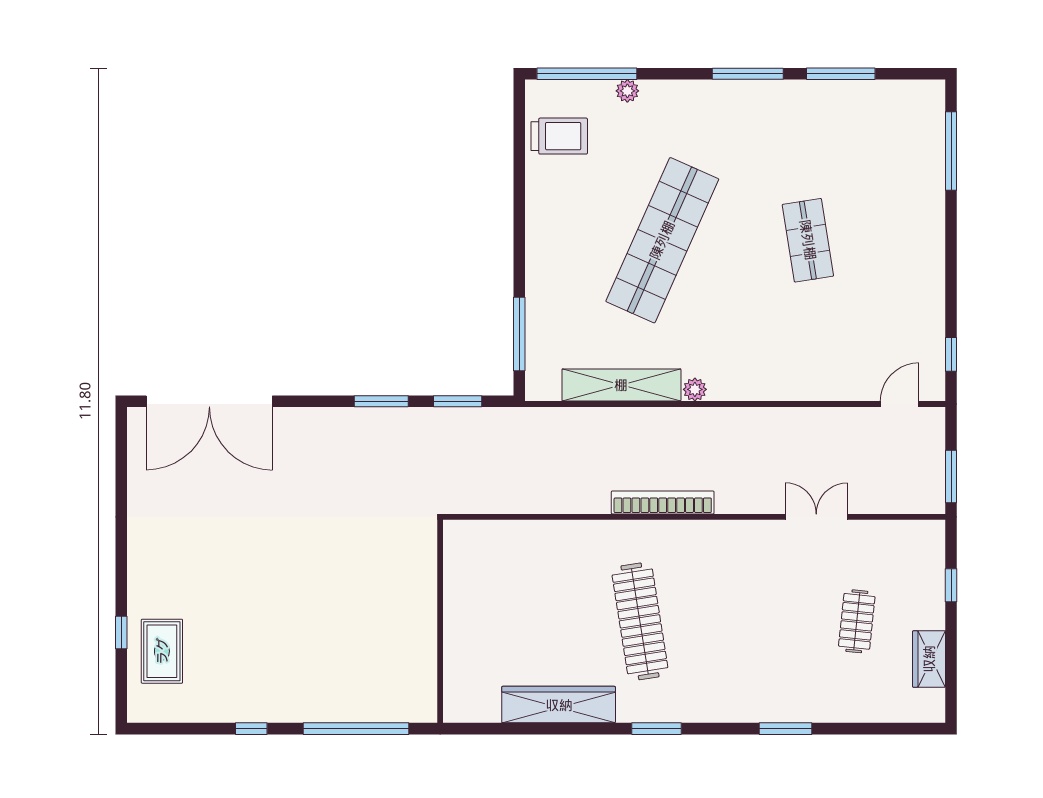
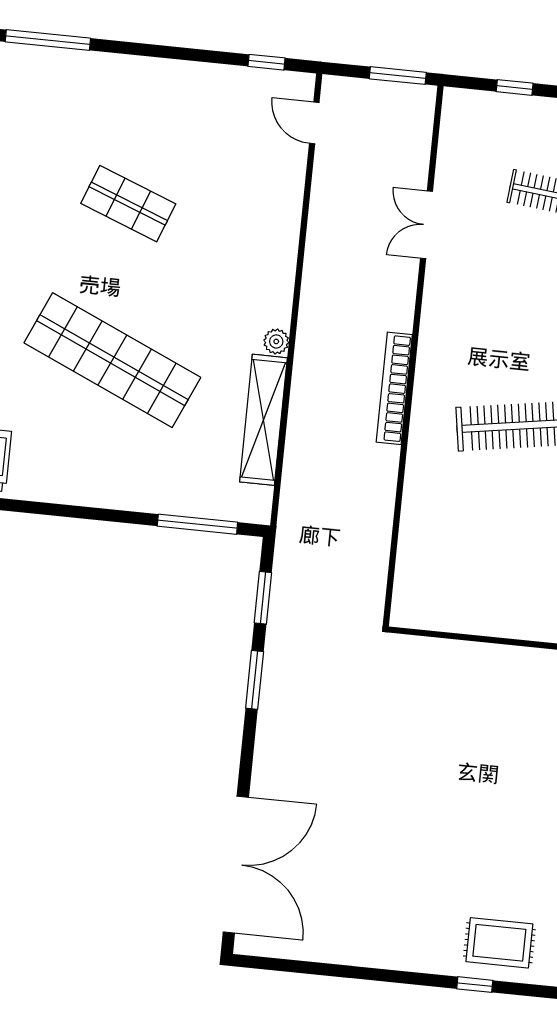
shop shelf: (808, 240) -> (128, 204), turned 30

